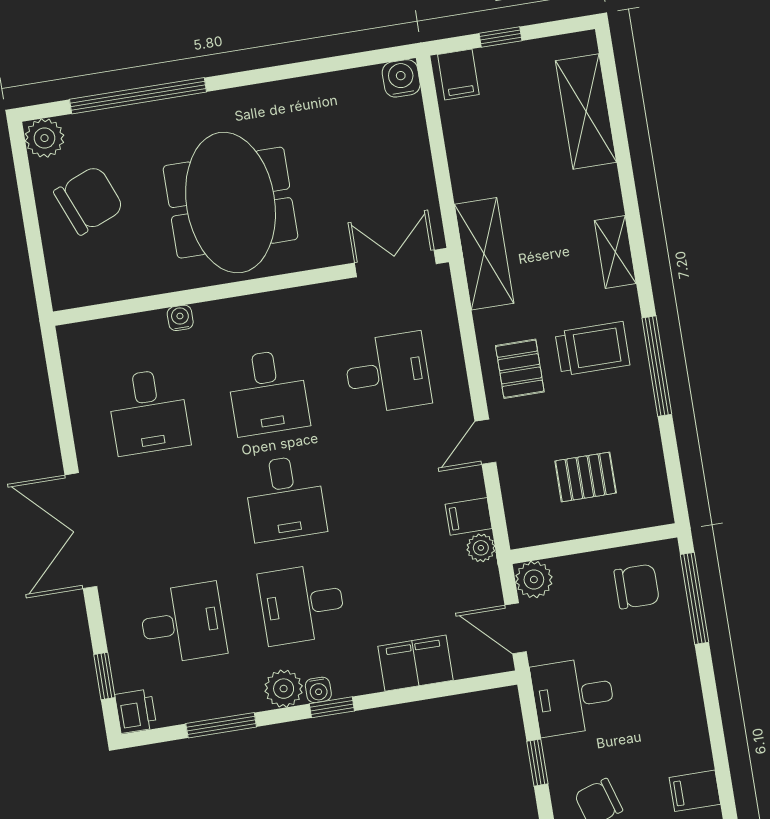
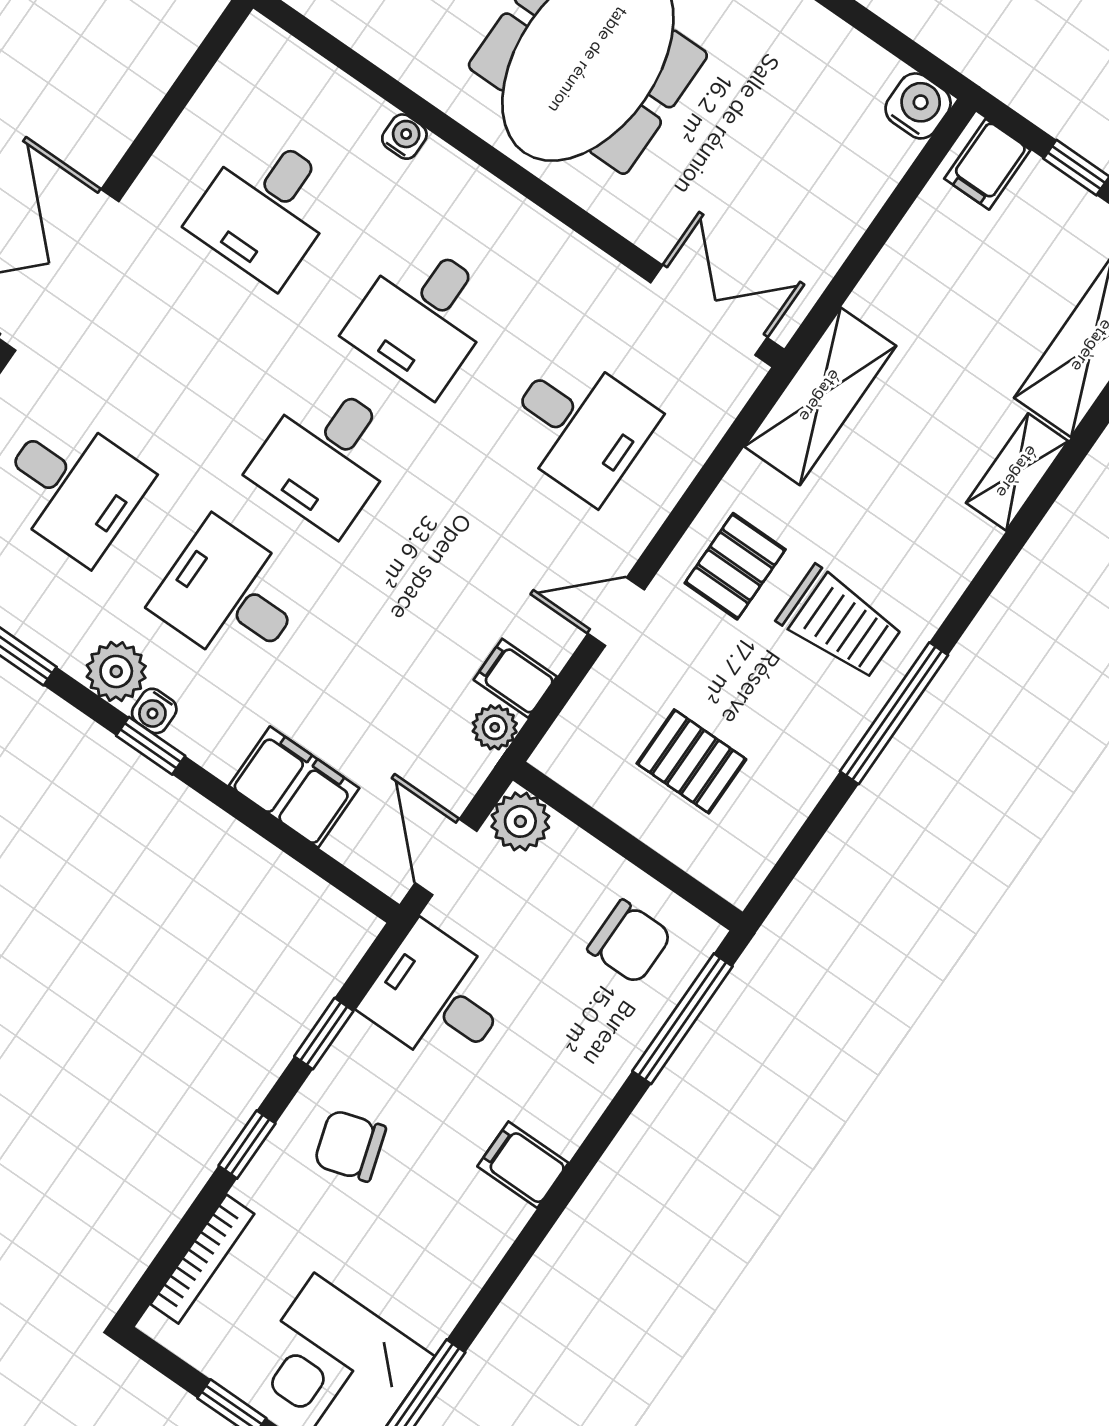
shelving: (615, 252) -> (1017, 472), moved
filing cabinet: (695, 791) -> (523, 1165), moved

